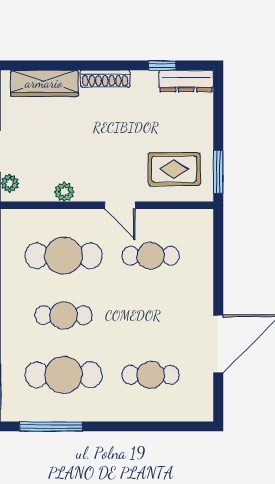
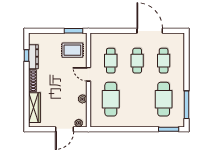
dresser: (186, 81) -> (33, 57), moved
rug: (174, 169) -> (72, 50), turned 90
door: (120, 205) -> (88, 74), swing flipped
cafe table: (64, 315) -> (137, 61), moved

